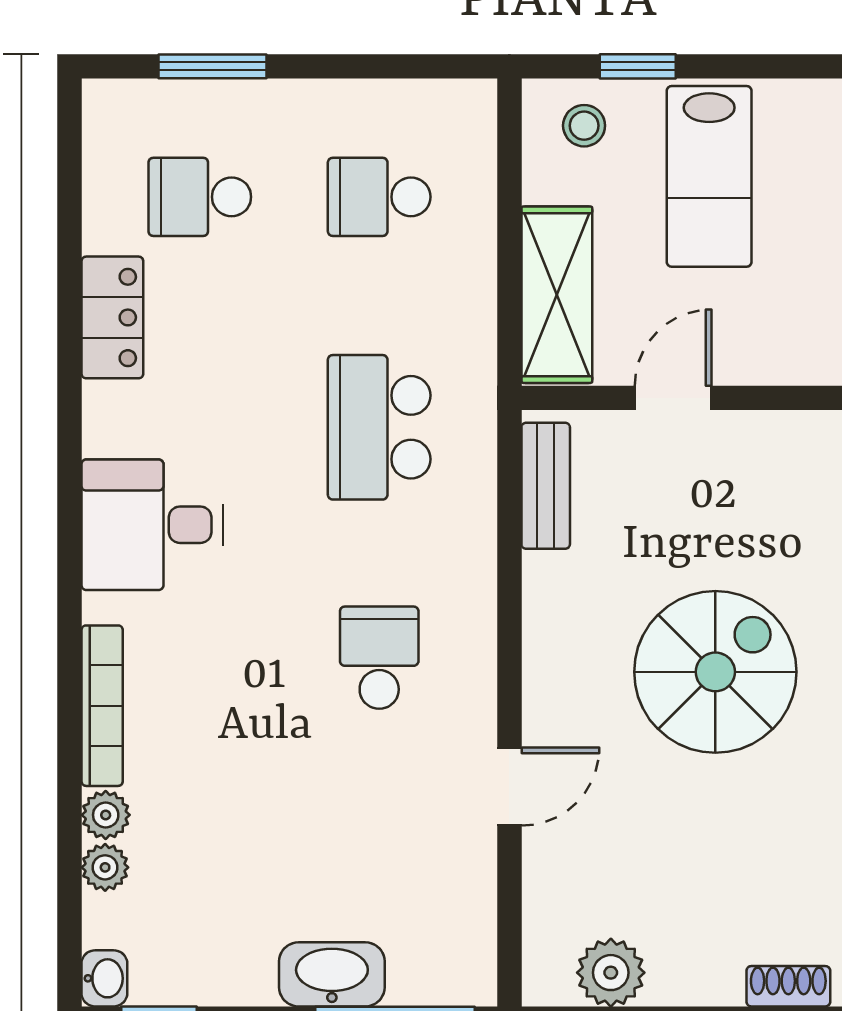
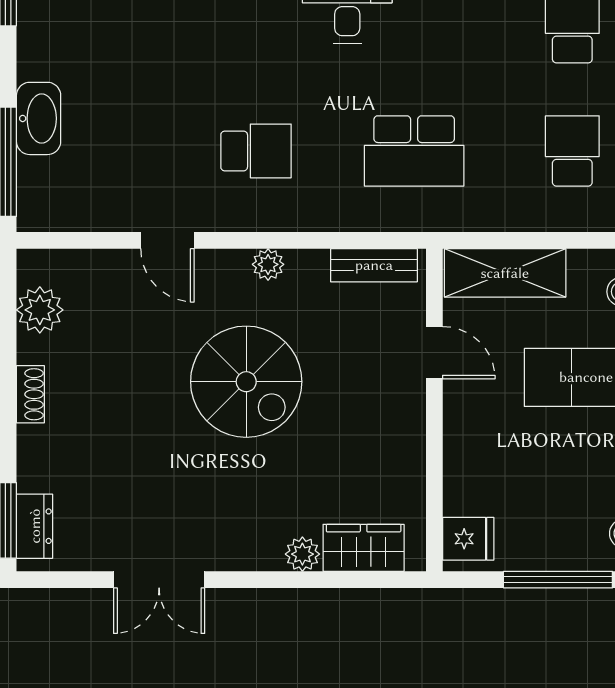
school desk: (379, 427) -> (414, 151), turned 180
plant: (545, 640) -> (268, 264), added
shoe rack: (788, 986) -> (30, 394), moved

